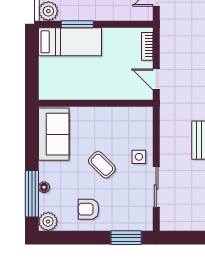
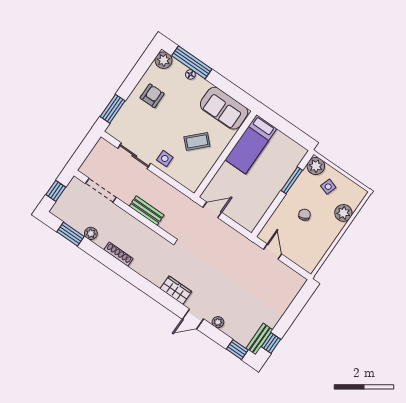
bed: (70, 42) -> (251, 144), moved
bookcase: (147, 46) -> (241, 220), removed
coffee table: (102, 165) -> (197, 141), moved

